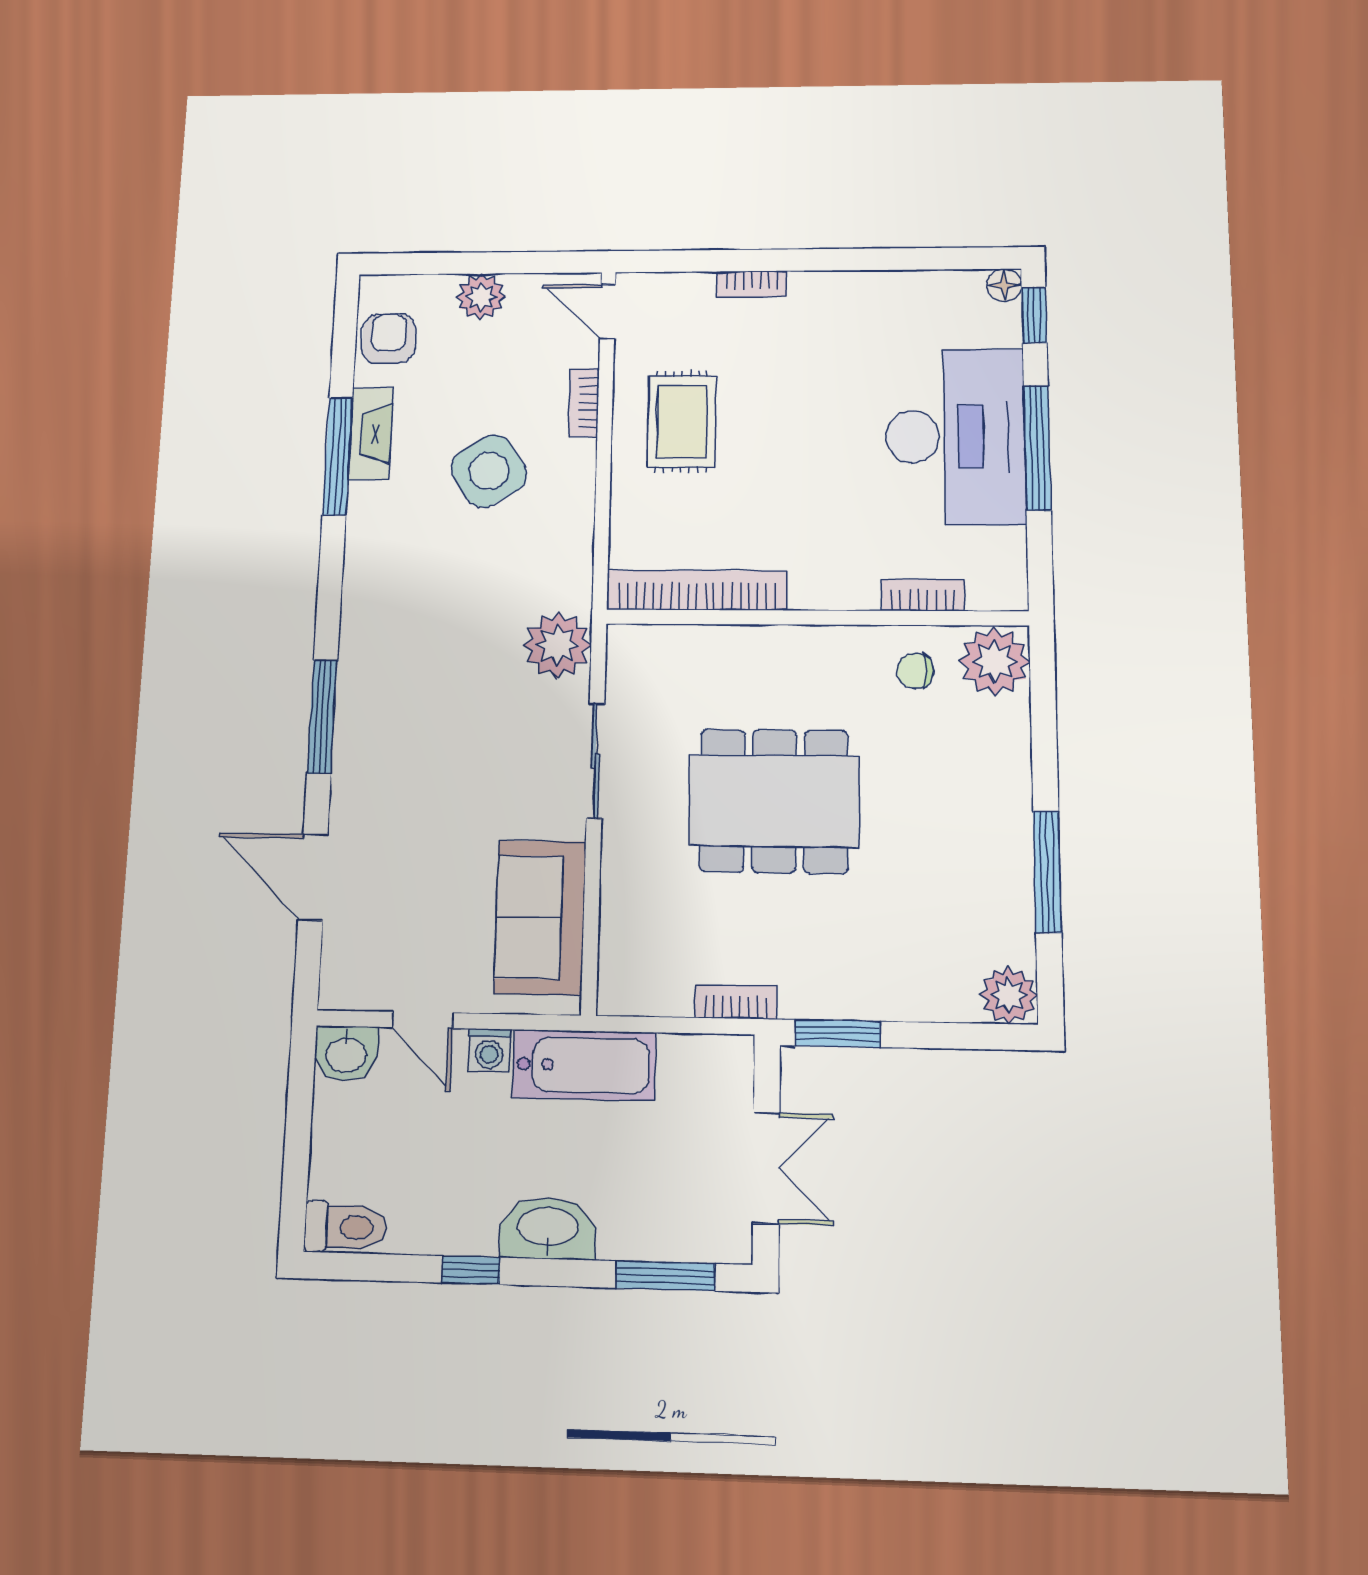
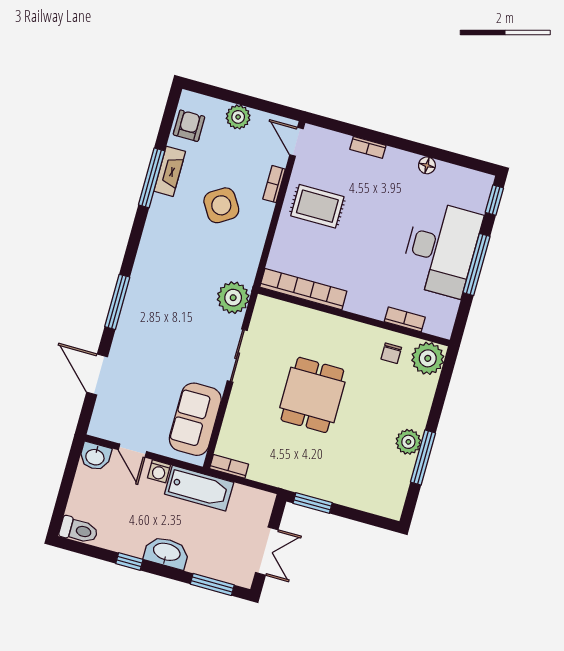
floor lamp: (1004, 285) -> (427, 165), moved
rug: (682, 421) -> (317, 206), turned 90
chair: (915, 671) -> (391, 353), turned -90
dining table: (774, 801) -> (312, 395), width x0.73
plant: (1009, 995) -> (408, 442), moved
bookcase: (736, 1002) -> (229, 466), moved

